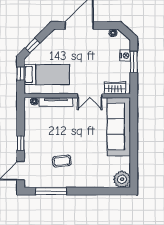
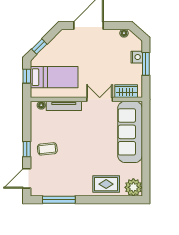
double door: (90, 96) -> (100, 99), swing flipped
coffee table: (62, 161) -> (47, 149), moved
rug: (96, 176) -> (106, 184), added

